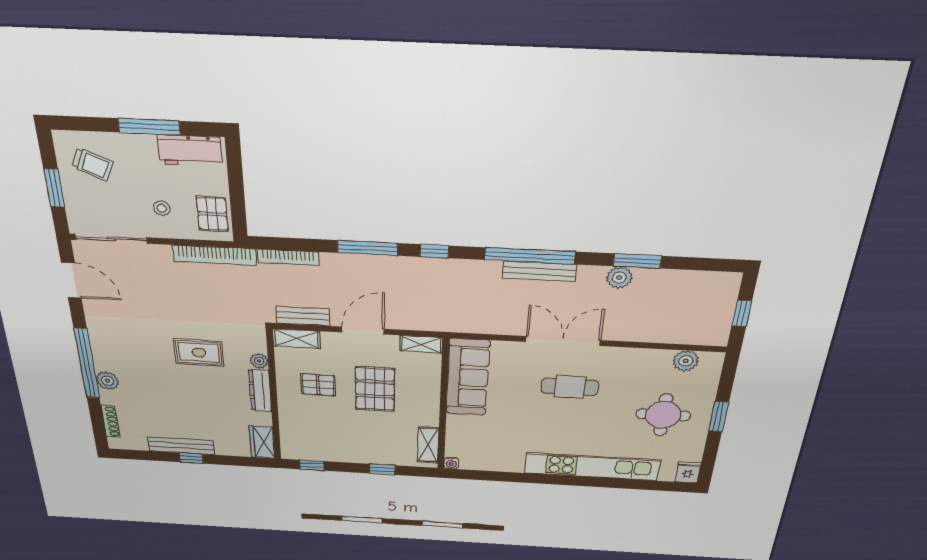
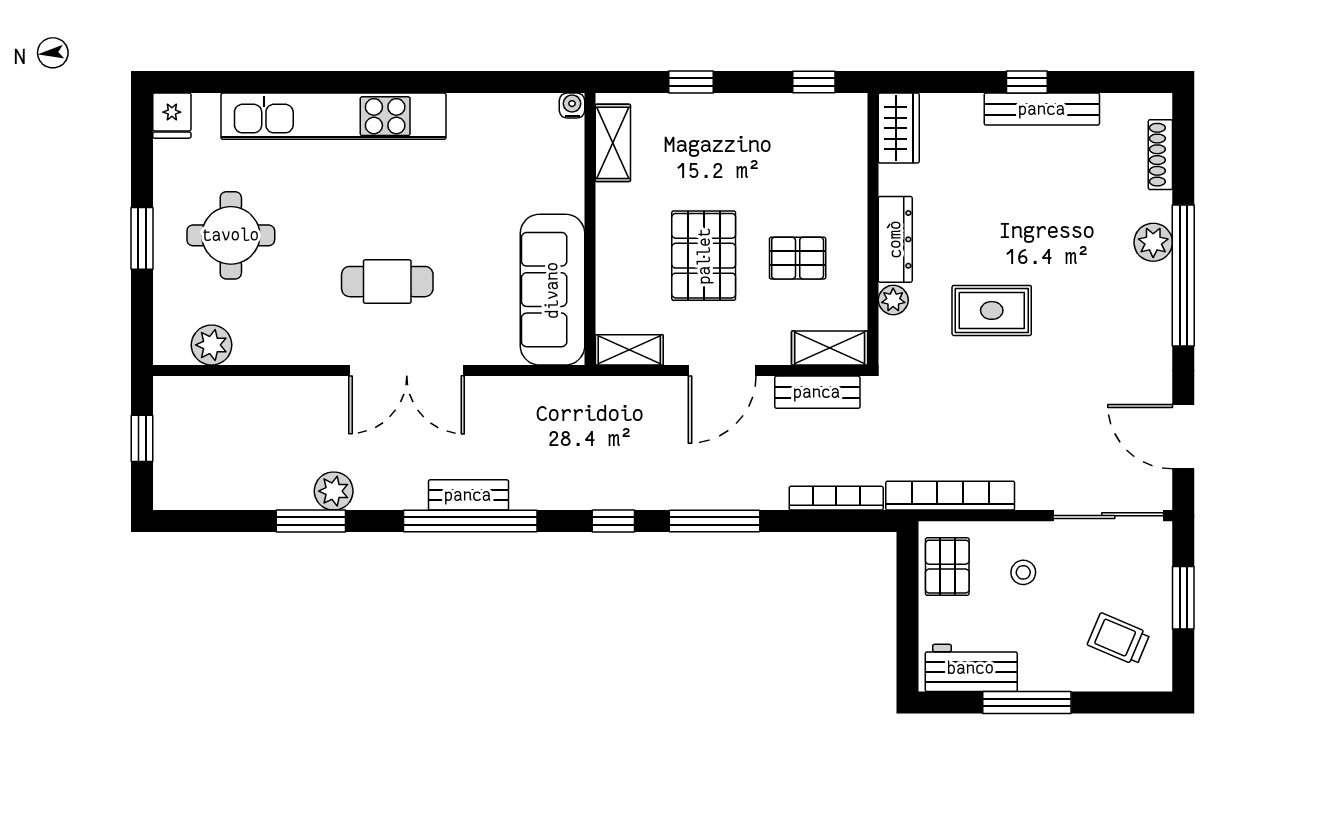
bench: (539, 271) -> (468, 495), width x0.73

